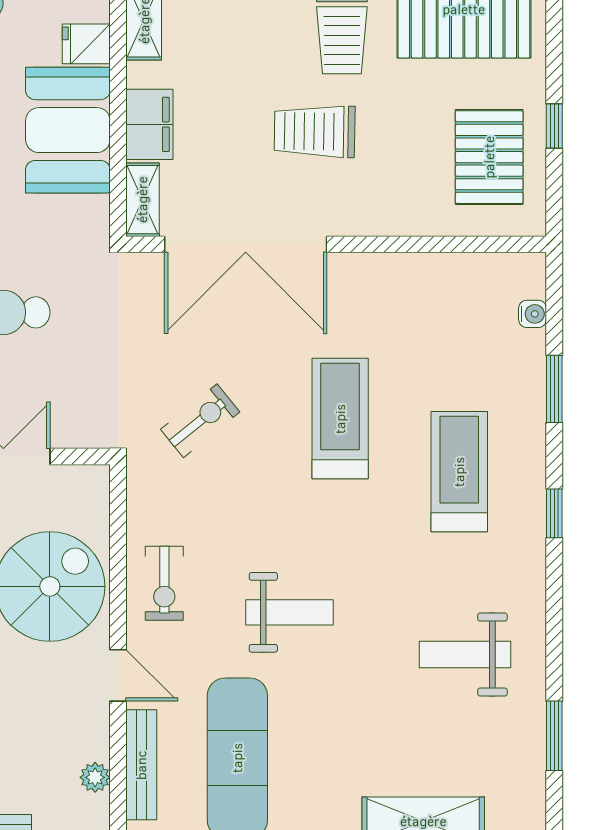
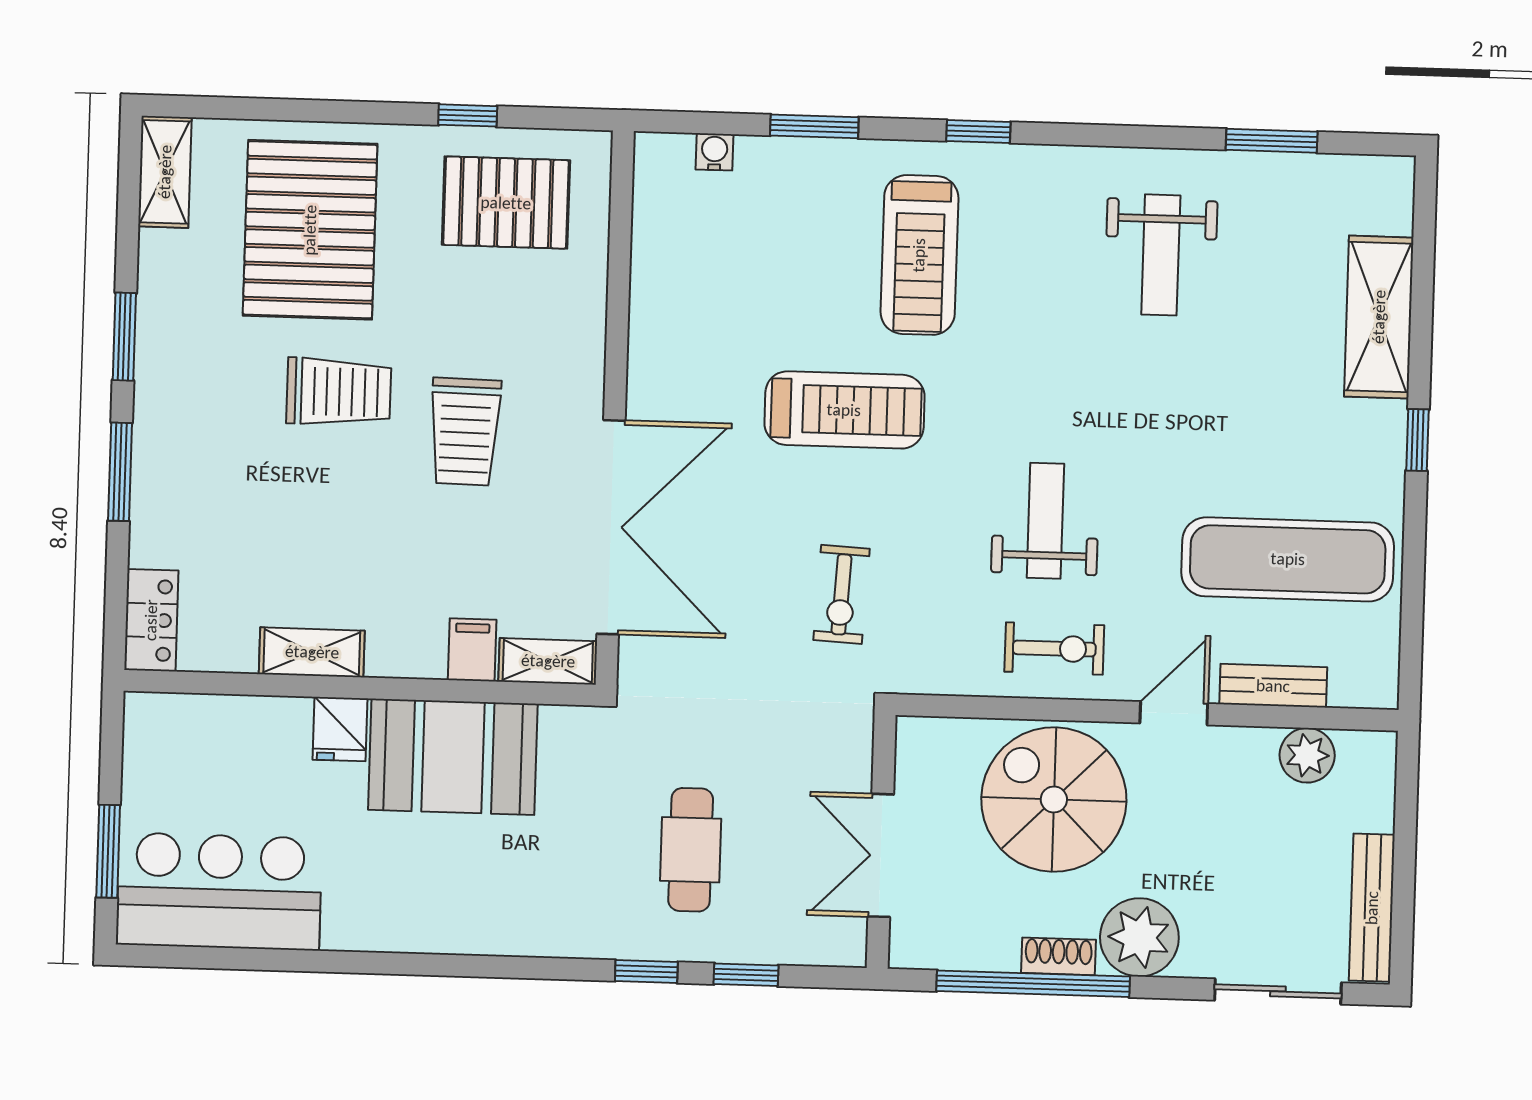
filing cabinet: (149, 124) -> (472, 650), width x0.50
treadmill: (340, 419) -> (844, 410), turned 180
exercise bike: (200, 421) -> (841, 594), turned -138
treadmill: (459, 472) -> (919, 255), turned -90
weight bench: (289, 612) -> (1045, 521), moved
bench: (141, 765) -> (1273, 686), width x0.73
plant: (95, 777) -> (1307, 755), width x1.38, depth x1.38

